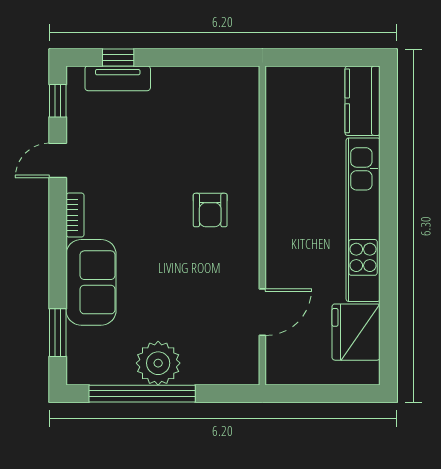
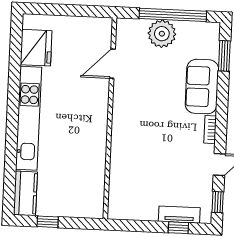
window: (325, 58) -> (48, 222), added
armchair: (210, 210) -> (125, 129), removed
wall: (262, 226) -> (110, 118), moved
door: (262, 312) -> (112, 64), moved

